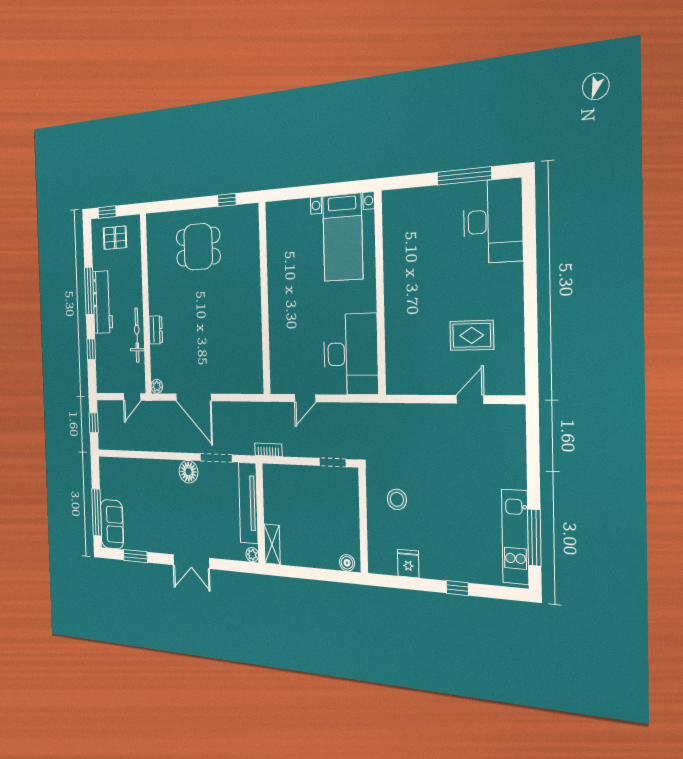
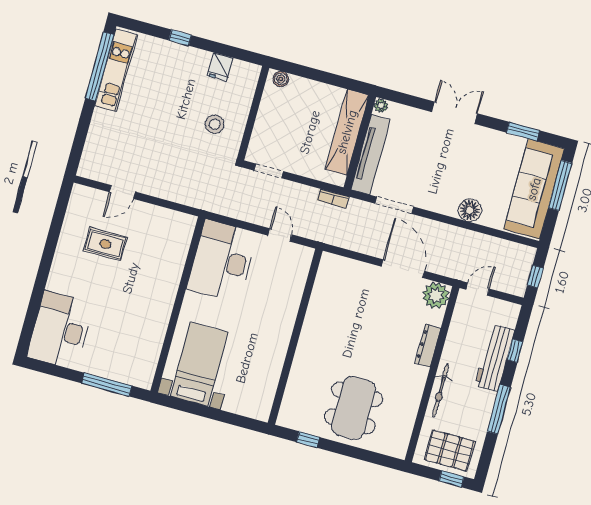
window: (464, 176) -> (107, 385), moved
pallet: (115, 238) -> (450, 450), width x1.50, depth x1.42
dining table: (198, 247) -> (353, 408), width x1.38
workbench: (103, 302) -> (495, 358), moved
dresser: (156, 330) -> (428, 346), width x1.44
bicycle: (137, 335) -> (441, 390), moved
plant: (157, 386) -> (436, 295), width x1.88, depth x1.88
door: (305, 398) -> (280, 235), hinge flipped
floor lamp: (188, 472) -> (470, 210), moved
sofa: (112, 524) -> (534, 189), width x1.85, depth x1.27
window: (534, 538) -> (100, 66), width x1.46
shelving: (272, 544) -> (347, 132), width x2.20, depth x1.33

